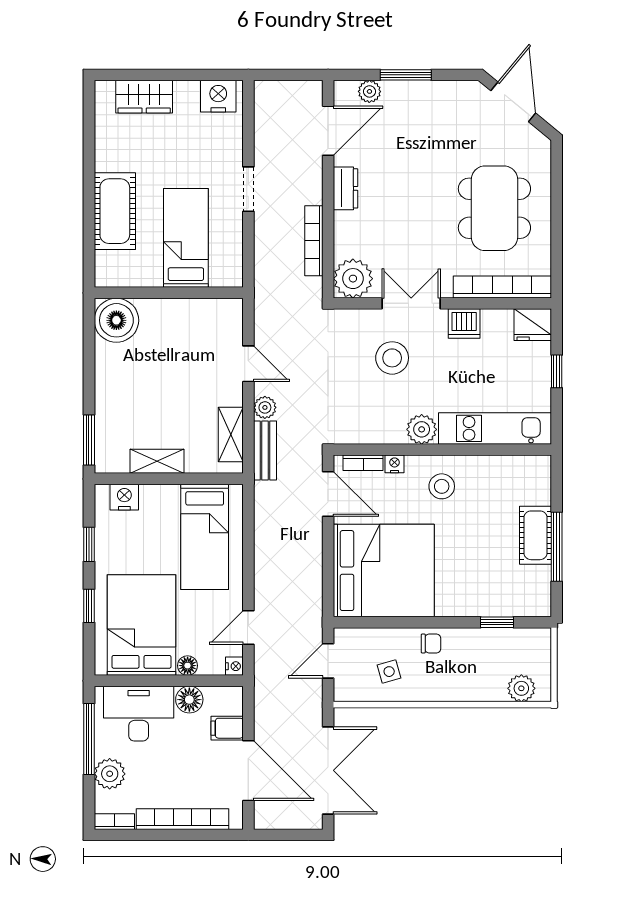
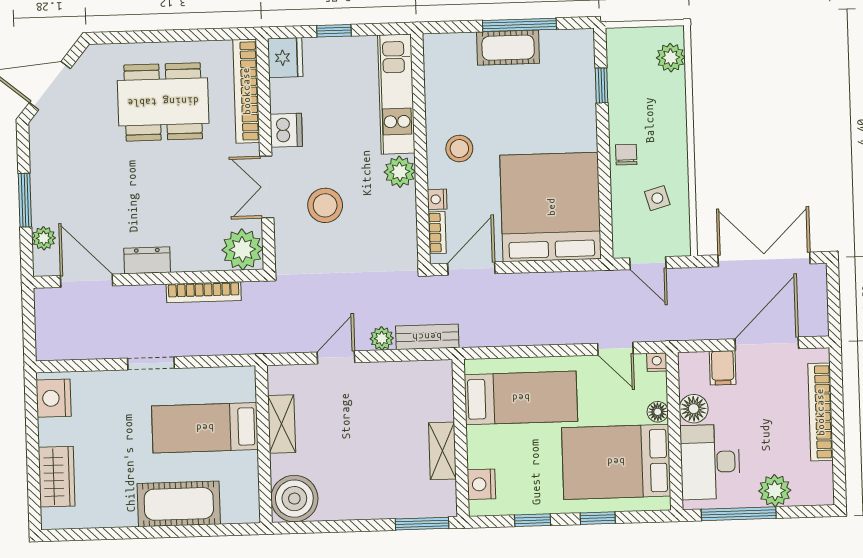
shelving: (231, 434) -> (282, 424), moved, turned 90
bookcase: (114, 822) -> (825, 484), removed

